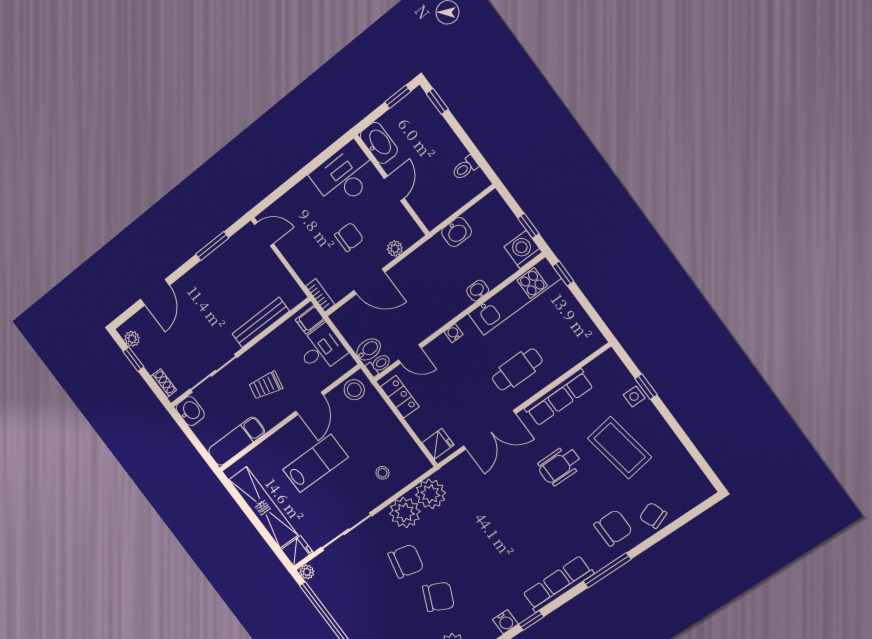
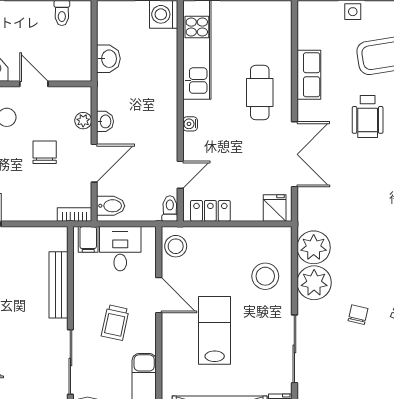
washbasin: (478, 290) -> (105, 121), moved, turned 180
bidet: (369, 349) -> (111, 206), moved, turned 90
row of seats: (559, 397) -> (309, 75), width x0.68
stool: (383, 473) -> (265, 276), width x1.89, depth x1.89
chair: (406, 561) -> (358, 315), width x0.54, depth x0.54

